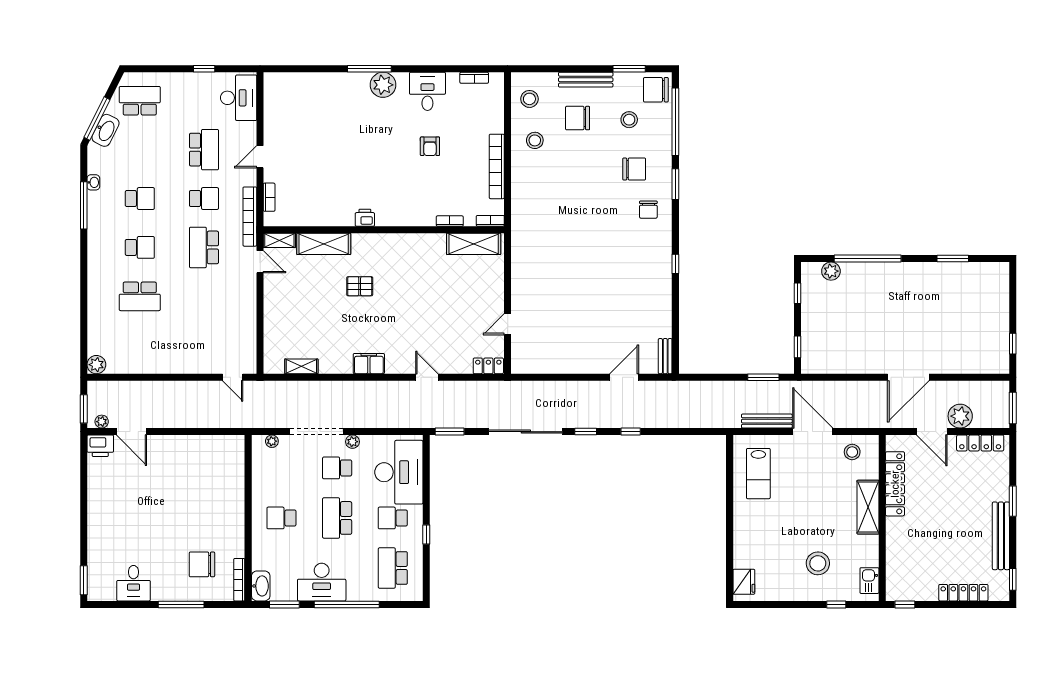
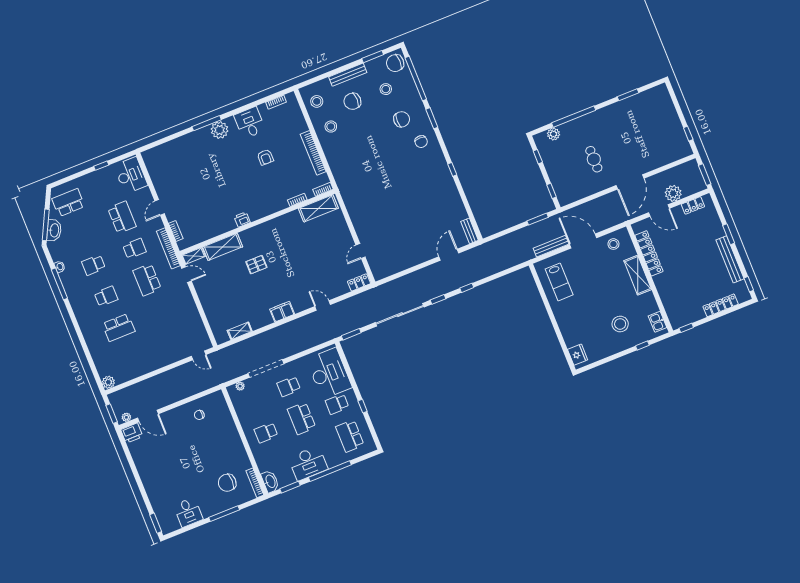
school desk: (140, 199) -> (93, 265), turned 180
cafe table: (872, 327) -> (594, 159), added
plant: (352, 442) -> (292, 366), removed
locker: (980, 443) -> (693, 205), width x0.66
chair: (201, 458) -> (199, 415), added

